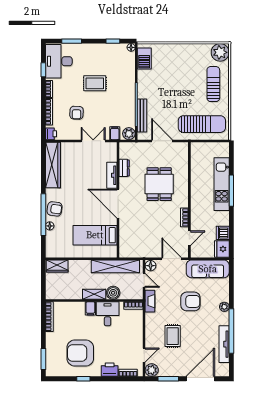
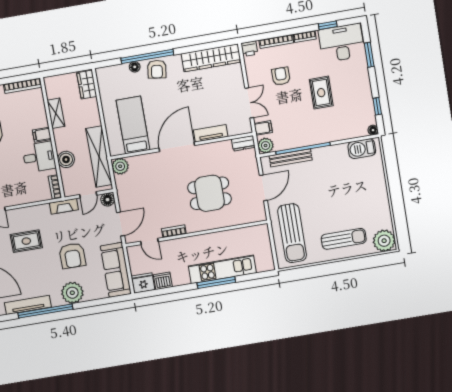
armchair: (77, 113) -> (281, 76), turned 88
dresser: (124, 168) -> (243, 143), moved
plant: (126, 251) -> (120, 166), added
shelving: (94, 294) -> (56, 113), moved
plant: (224, 307) -> (72, 293), width x1.88, depth x1.88

